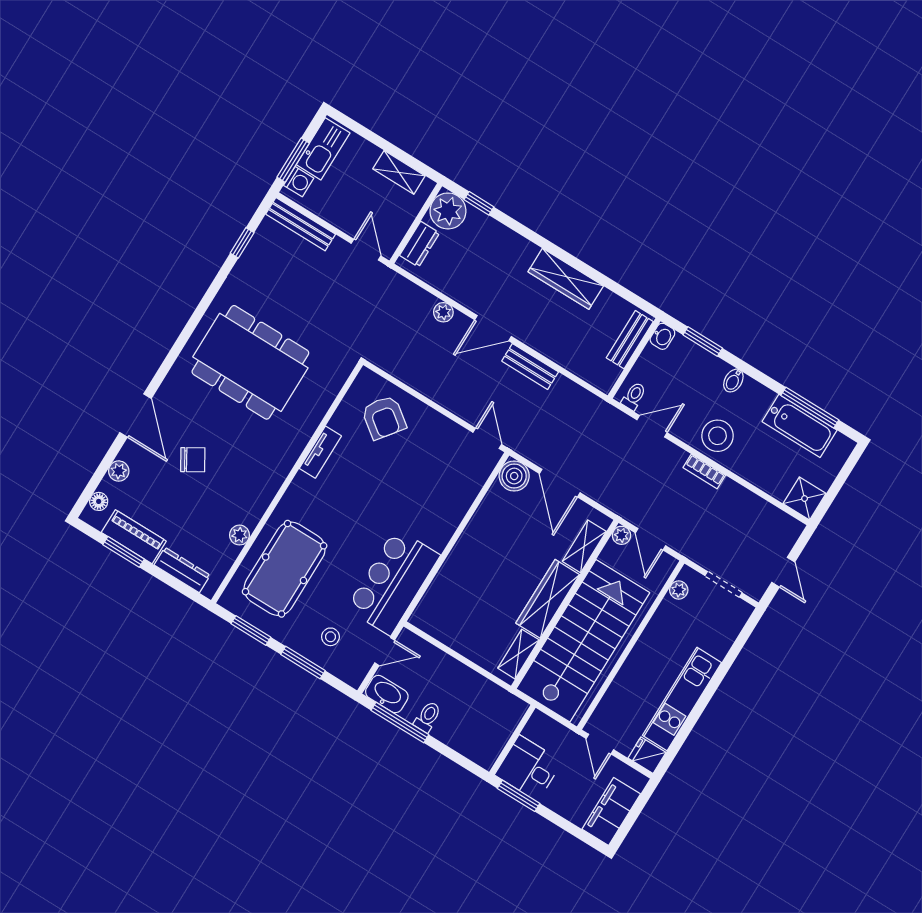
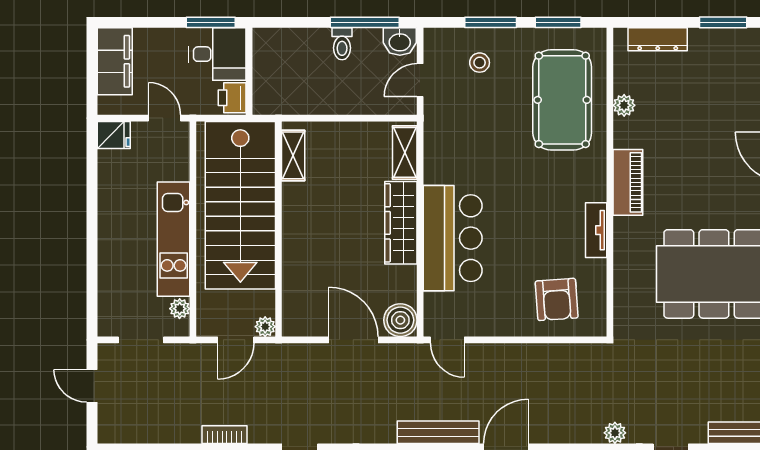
plant: (443, 312) -> (615, 433), moved
bench: (530, 366) -> (438, 432), width x1.36
armchair: (384, 418) -> (557, 299), turned -131
chair: (193, 460) -> (712, 149), removed
piano: (134, 537) -> (628, 182), moved, turned -90
door: (651, 539) -> (236, 340), swing flipped
shelving: (584, 546) -> (405, 152), moved
bar counter: (393, 582) -> (453, 238), moved
wardrobe: (548, 599) -> (401, 223), moved, turned 180
washbasin: (387, 694) -> (400, 42), width x0.72
kitchen unit: (682, 699) -> (174, 239), moved, turned 180
printer: (538, 728) -> (232, 98), added

